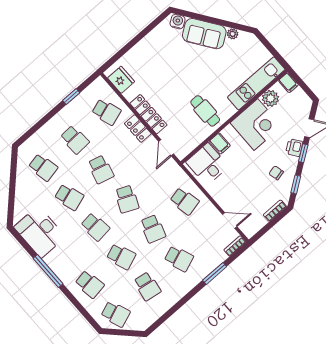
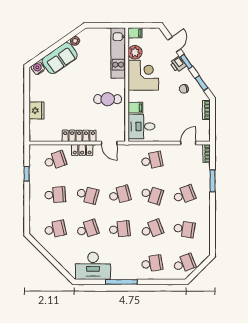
fridge: (121, 80) -> (36, 110), moved, turned 90
school desk: (127, 199) -> (120, 195), turned -39

